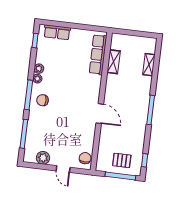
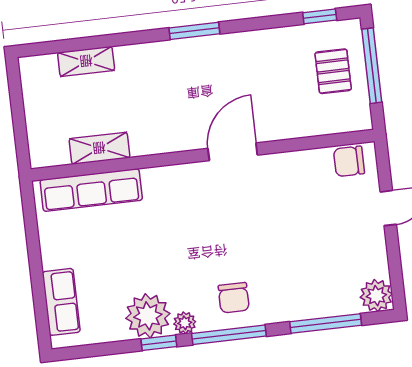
window: (35, 41) -> (159, 343), moved
plant: (39, 69) -> (148, 316), width x1.88, depth x1.88
window: (151, 110) -> (194, 31), width x0.69
plant: (43, 158) -> (376, 296), moved

